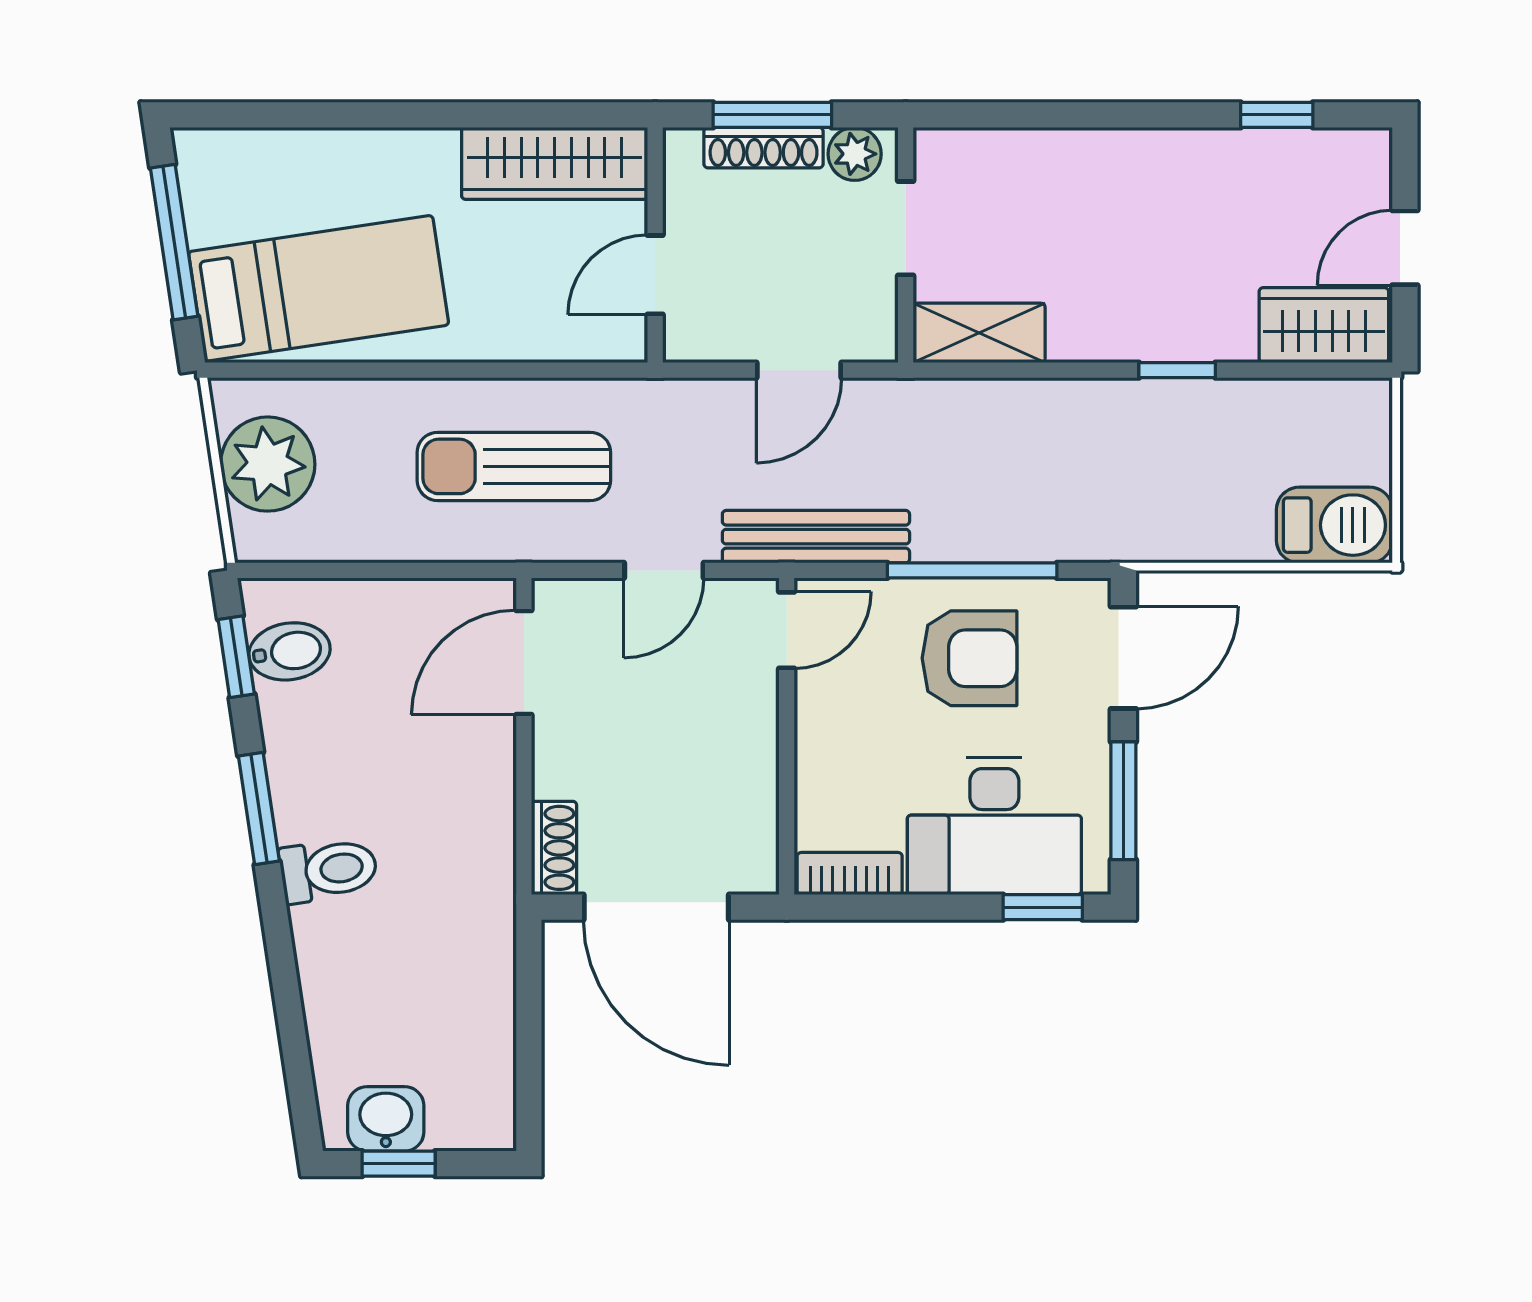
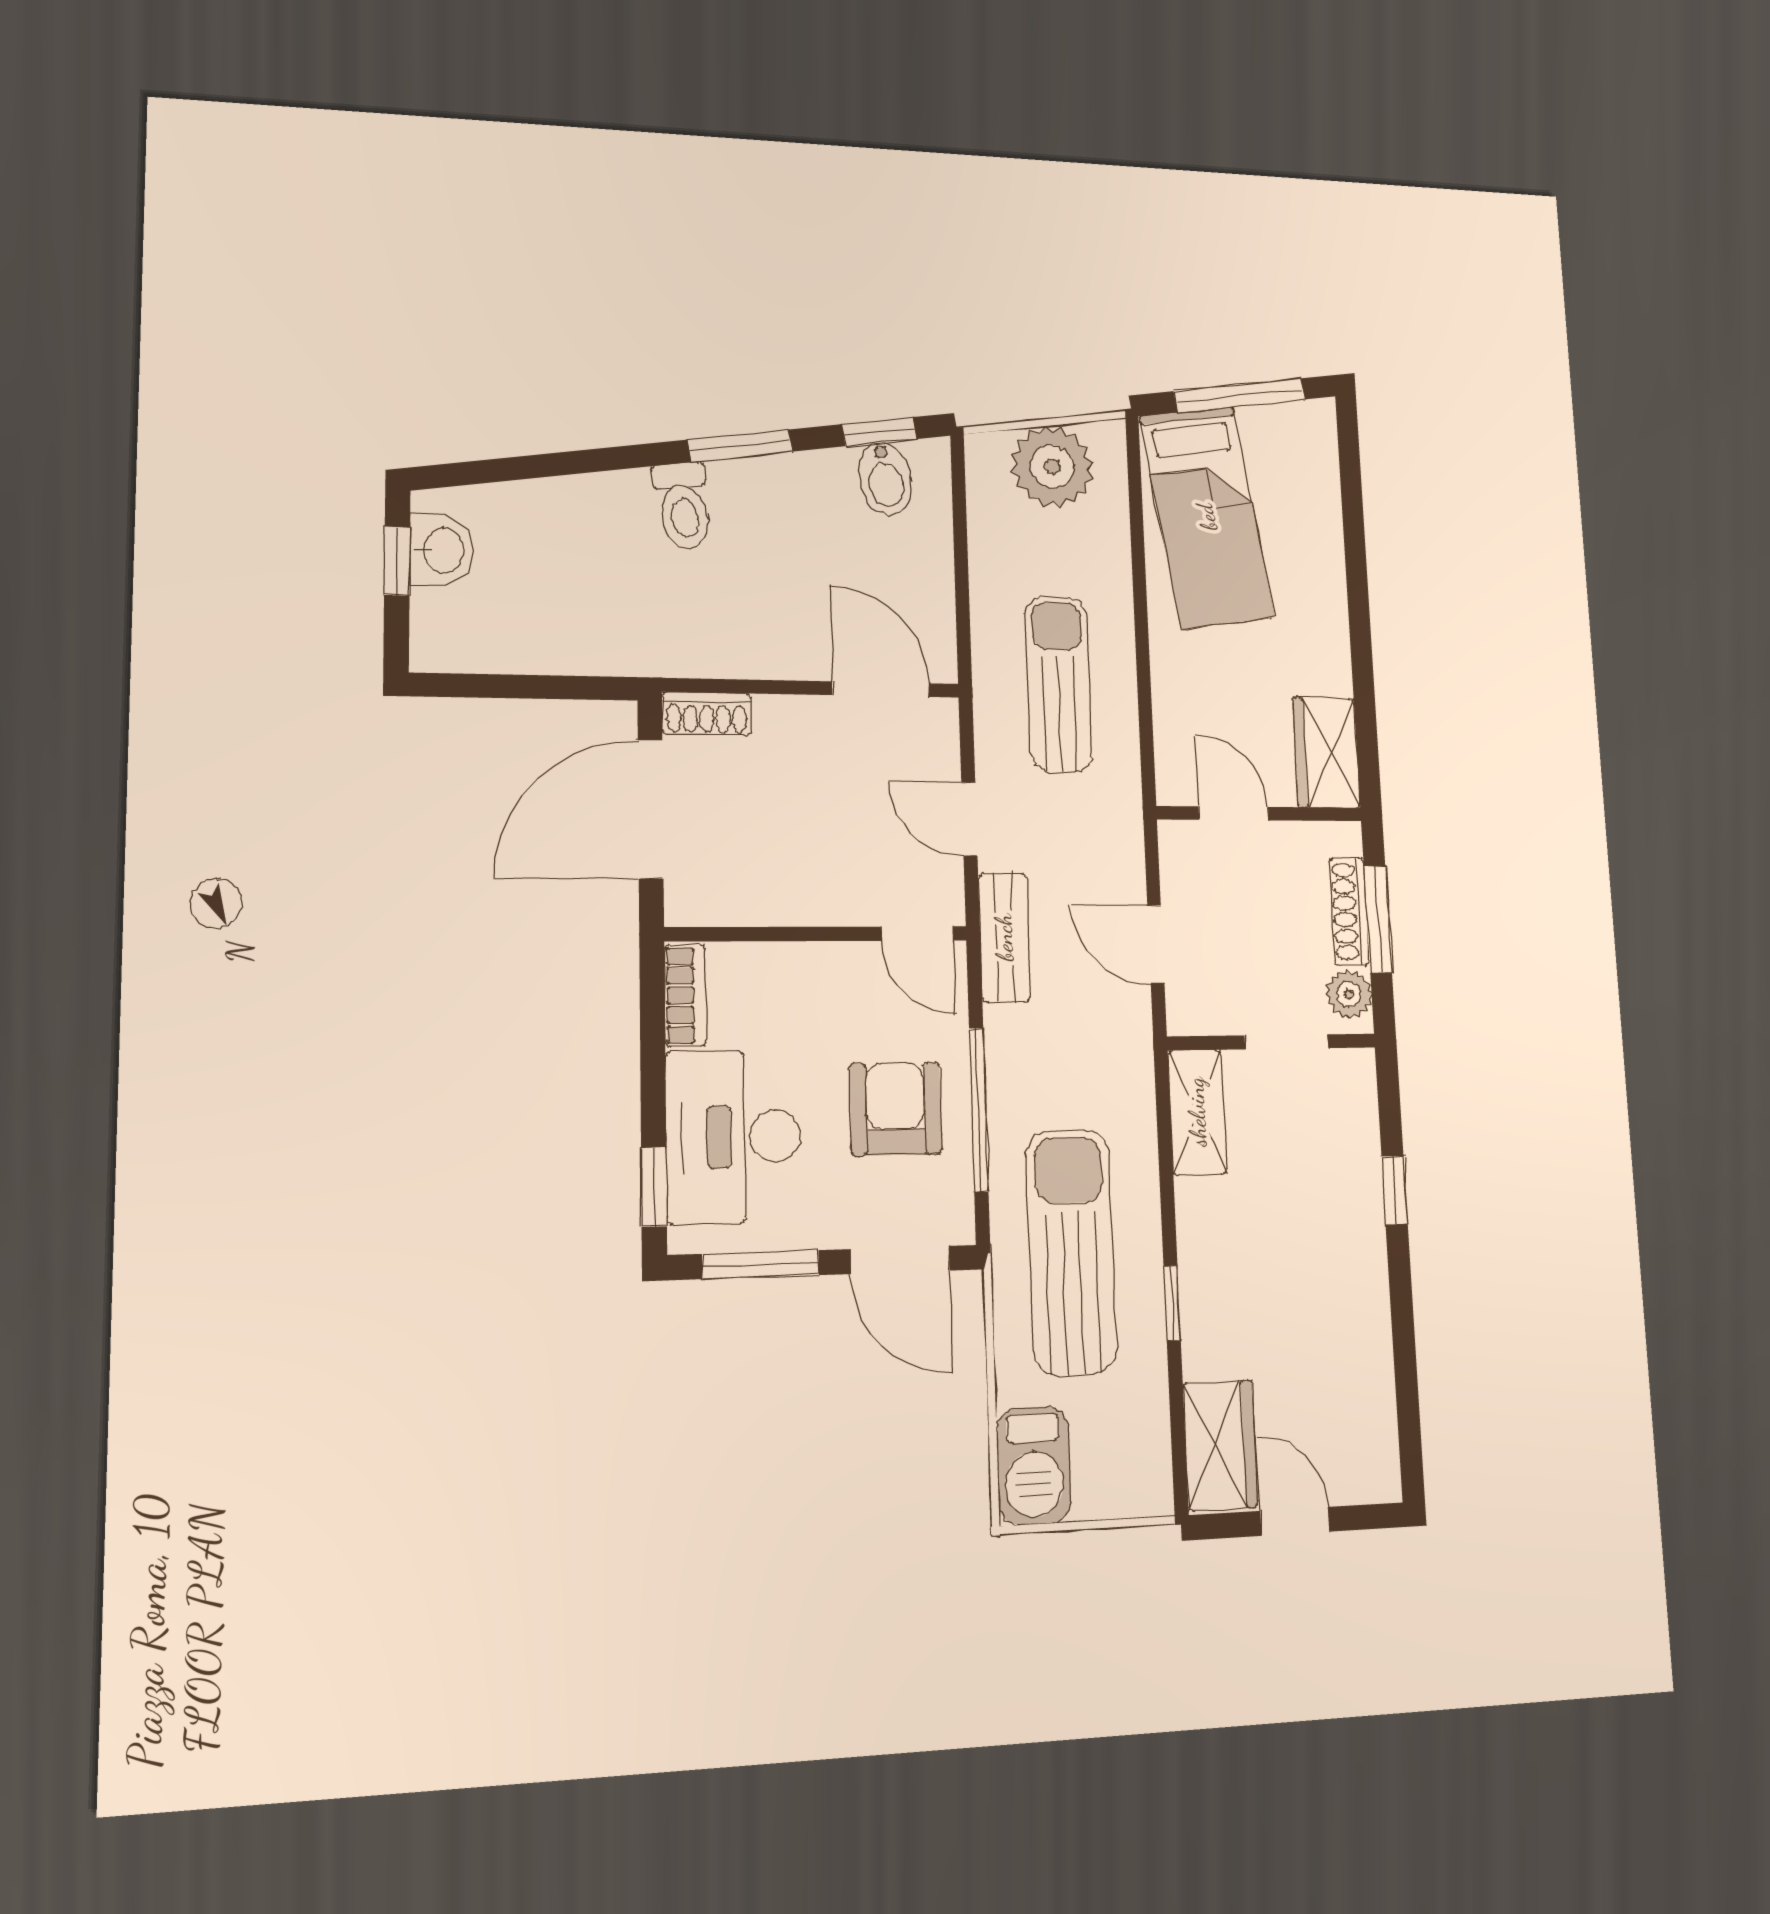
window: (1277, 115) -> (1395, 1190), moved
wardrobe: (555, 163) -> (1326, 752), width x0.67
sun lounger: (1120, 477) -> (1071, 1251), added
bench: (816, 537) -> (1004, 937), width x0.73
armchair: (969, 658) -> (896, 1109), turned 180

